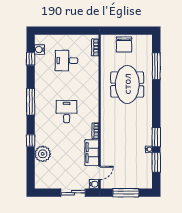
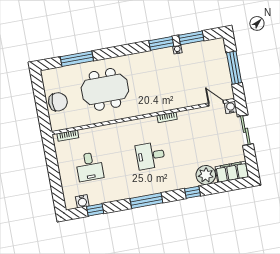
filing cabinet: (92, 153) -> (232, 172), moved, turned 180

